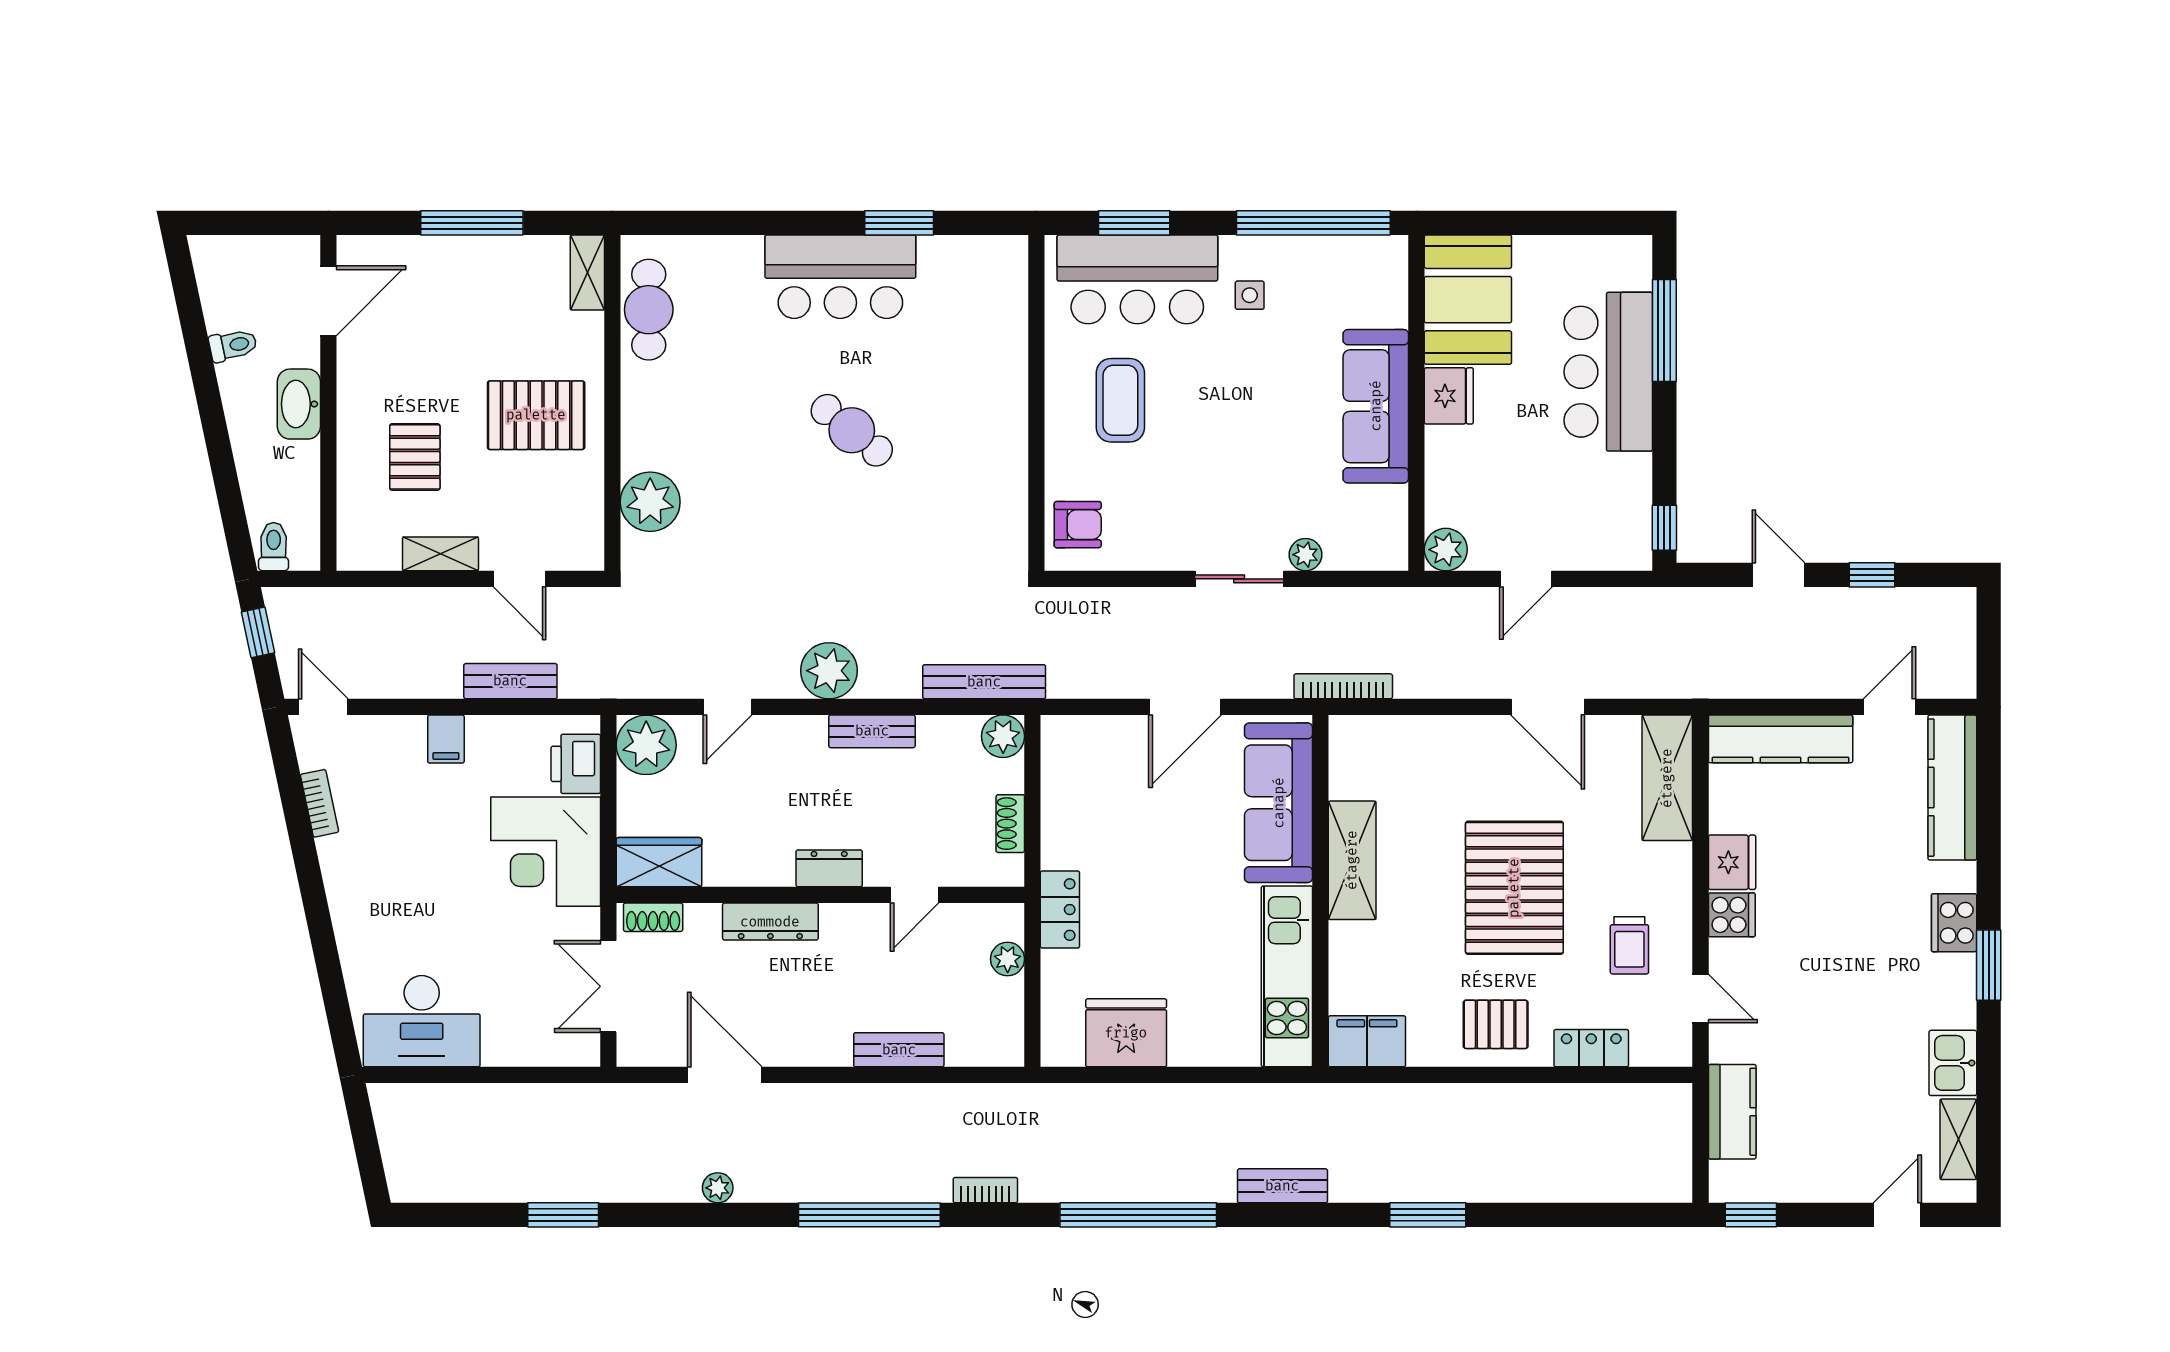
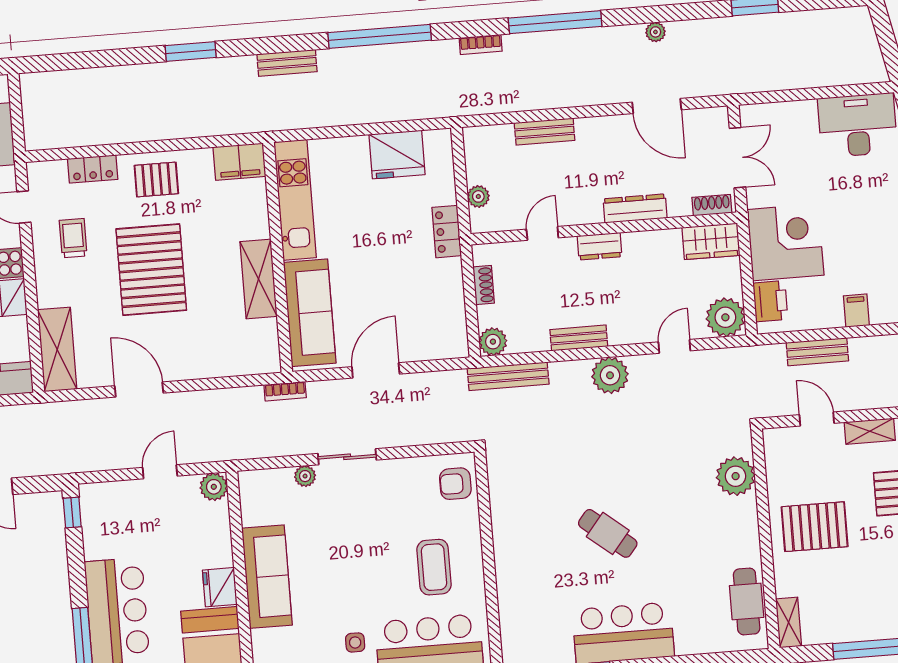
bookcase: (1343, 686) -> (285, 391), width x0.64

